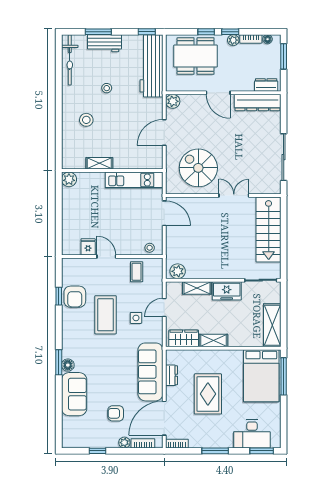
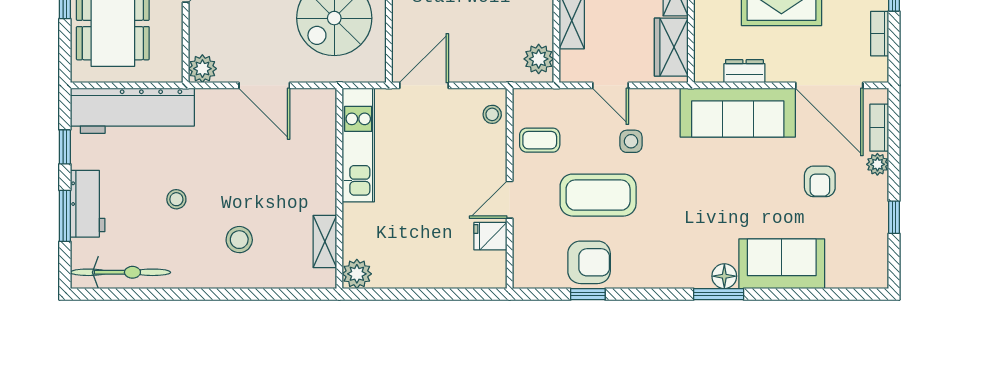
window: (147, 32) -> (65, 147), moved
shelving: (99, 163) -> (325, 241), moved
coffee table: (106, 315) -> (598, 195), moved
bookcase: (177, 444) -> (880, 34), moved

